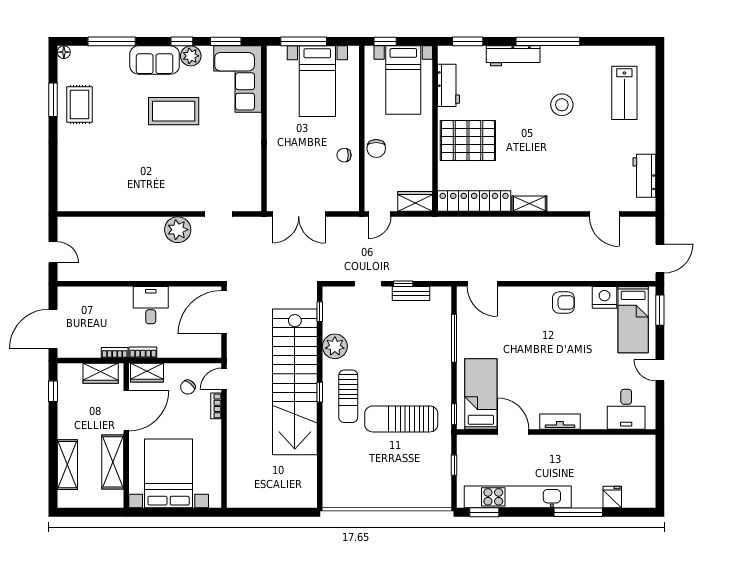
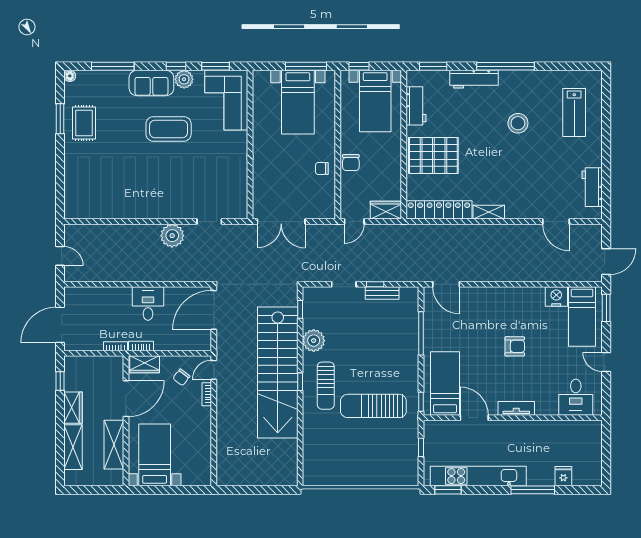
window: (304, 41) -> (306, 66), moved
armchair: (563, 303) -> (515, 346), moved
wardrobe: (101, 373) -> (73, 408), moved, turned -90
bed with nightstands: (169, 473) -> (155, 455), width x0.73

